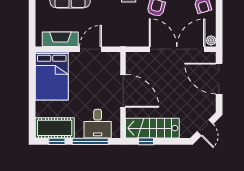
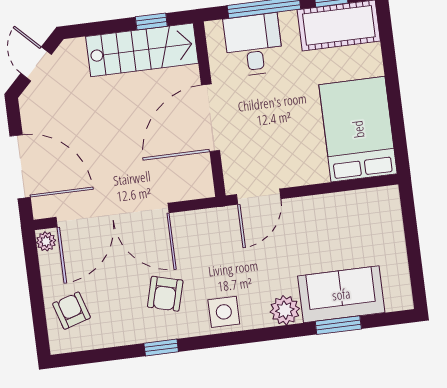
fireplace: (60, 39) -> (350, 205), removed
door: (90, 49) -> (259, 197), moved
door: (123, 91) -> (211, 118), hinge flipped

